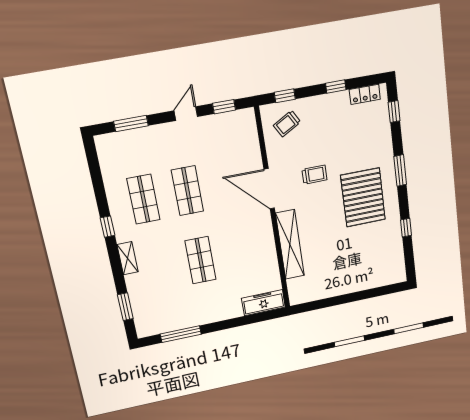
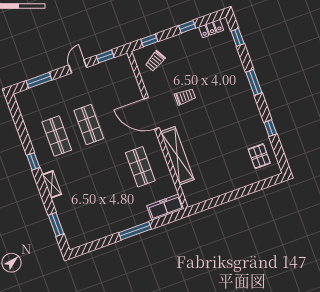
pallet: (363, 197) -> (259, 156), moved, width x0.49, depth x0.50
shop shelf: (201, 260) -> (140, 167), moved
window: (181, 334) -> (135, 231), moved

